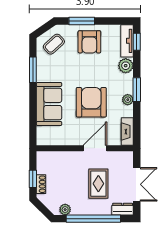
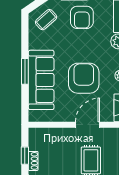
window: (33, 70) -> (25, 71), moved
sofa: (49, 104) -> (41, 80), width x1.36

